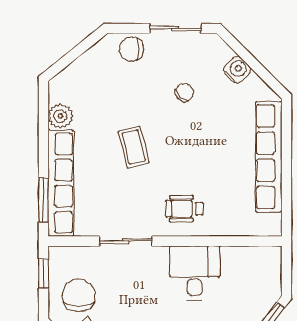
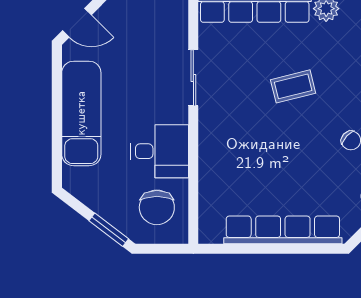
wheelchair: (184, 209) -> (228, 140), removed
chair: (79, 295) -> (157, 207), moved, turned 90

